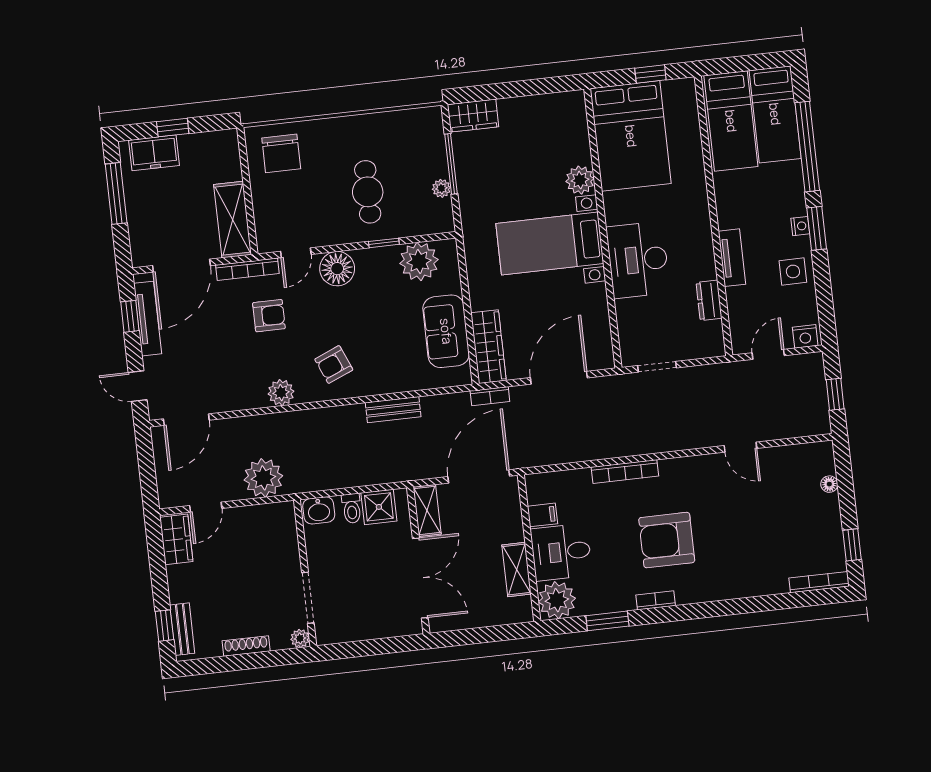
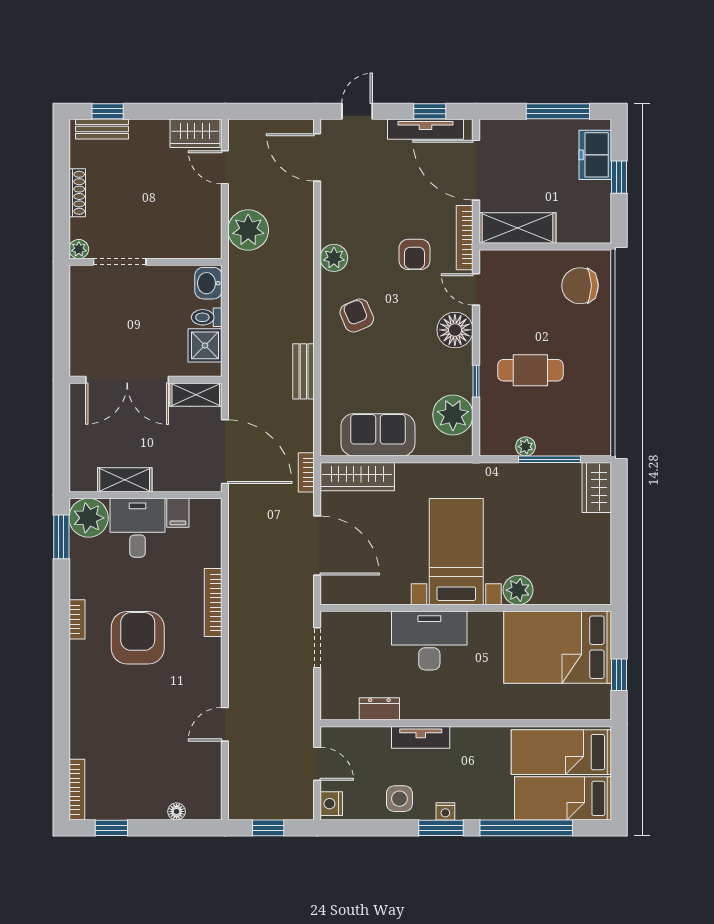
window: (607, 621) -> (61, 537), moved

